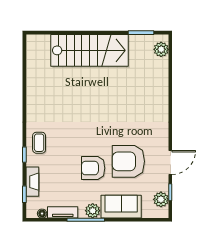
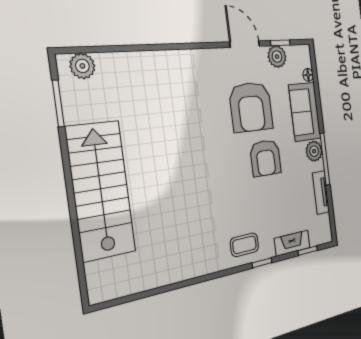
plant: (161, 199) -> (277, 57), moved
floor lamp: (42, 214) -> (308, 75), moved

